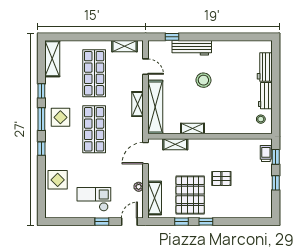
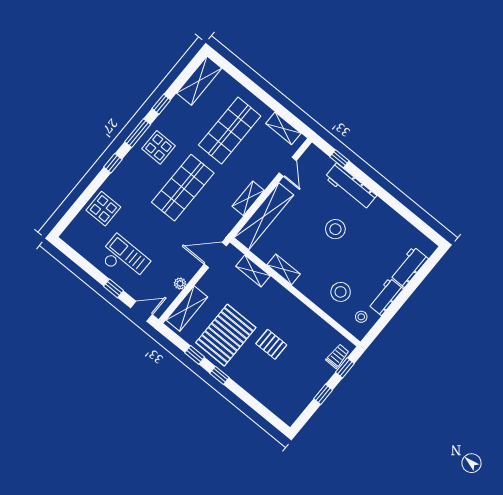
stool: (237, 114) -> (341, 292), added

